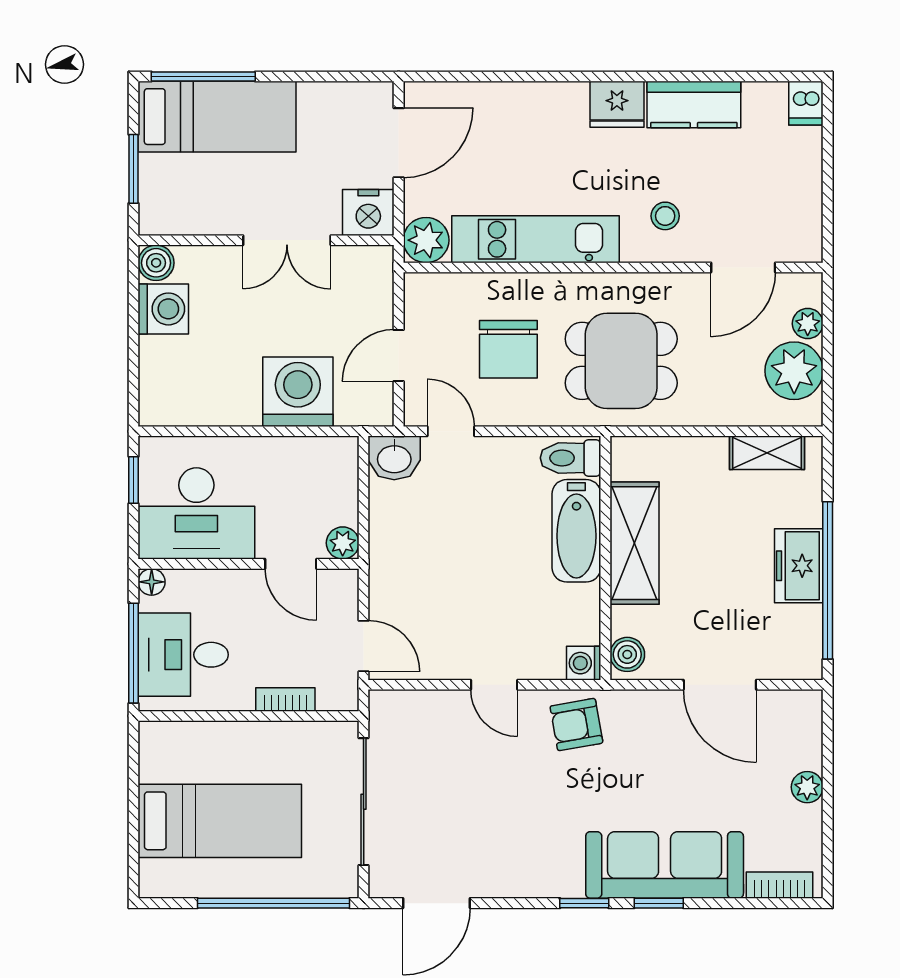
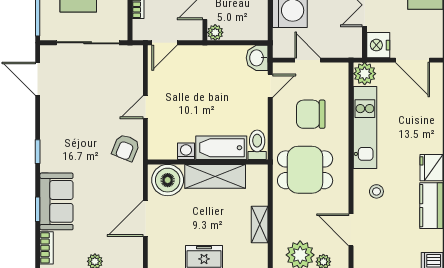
dining table: (621, 361) -> (305, 170), turned 90
shelving: (767, 453) -> (260, 224), moved
boiler: (627, 654) -> (168, 180), width x1.86, depth x1.86
washing machine: (584, 663) -> (186, 151), moved
armchair: (576, 725) -> (126, 148), turned -148
sofa: (665, 865) -> (56, 201), width x0.73
window: (659, 903) -> (38, 209), moved

